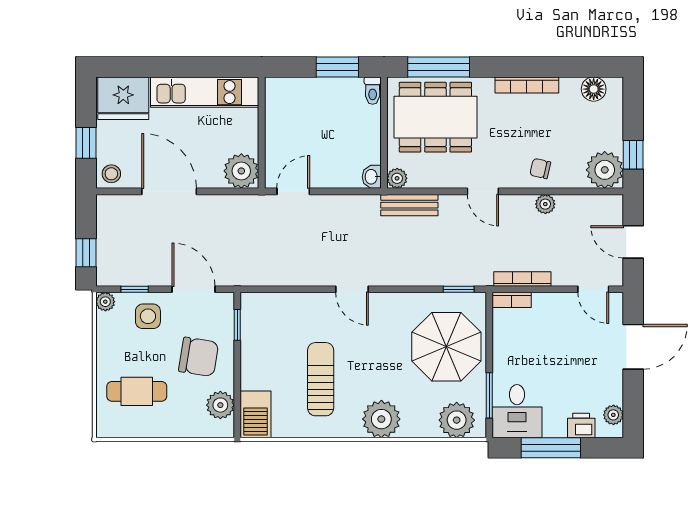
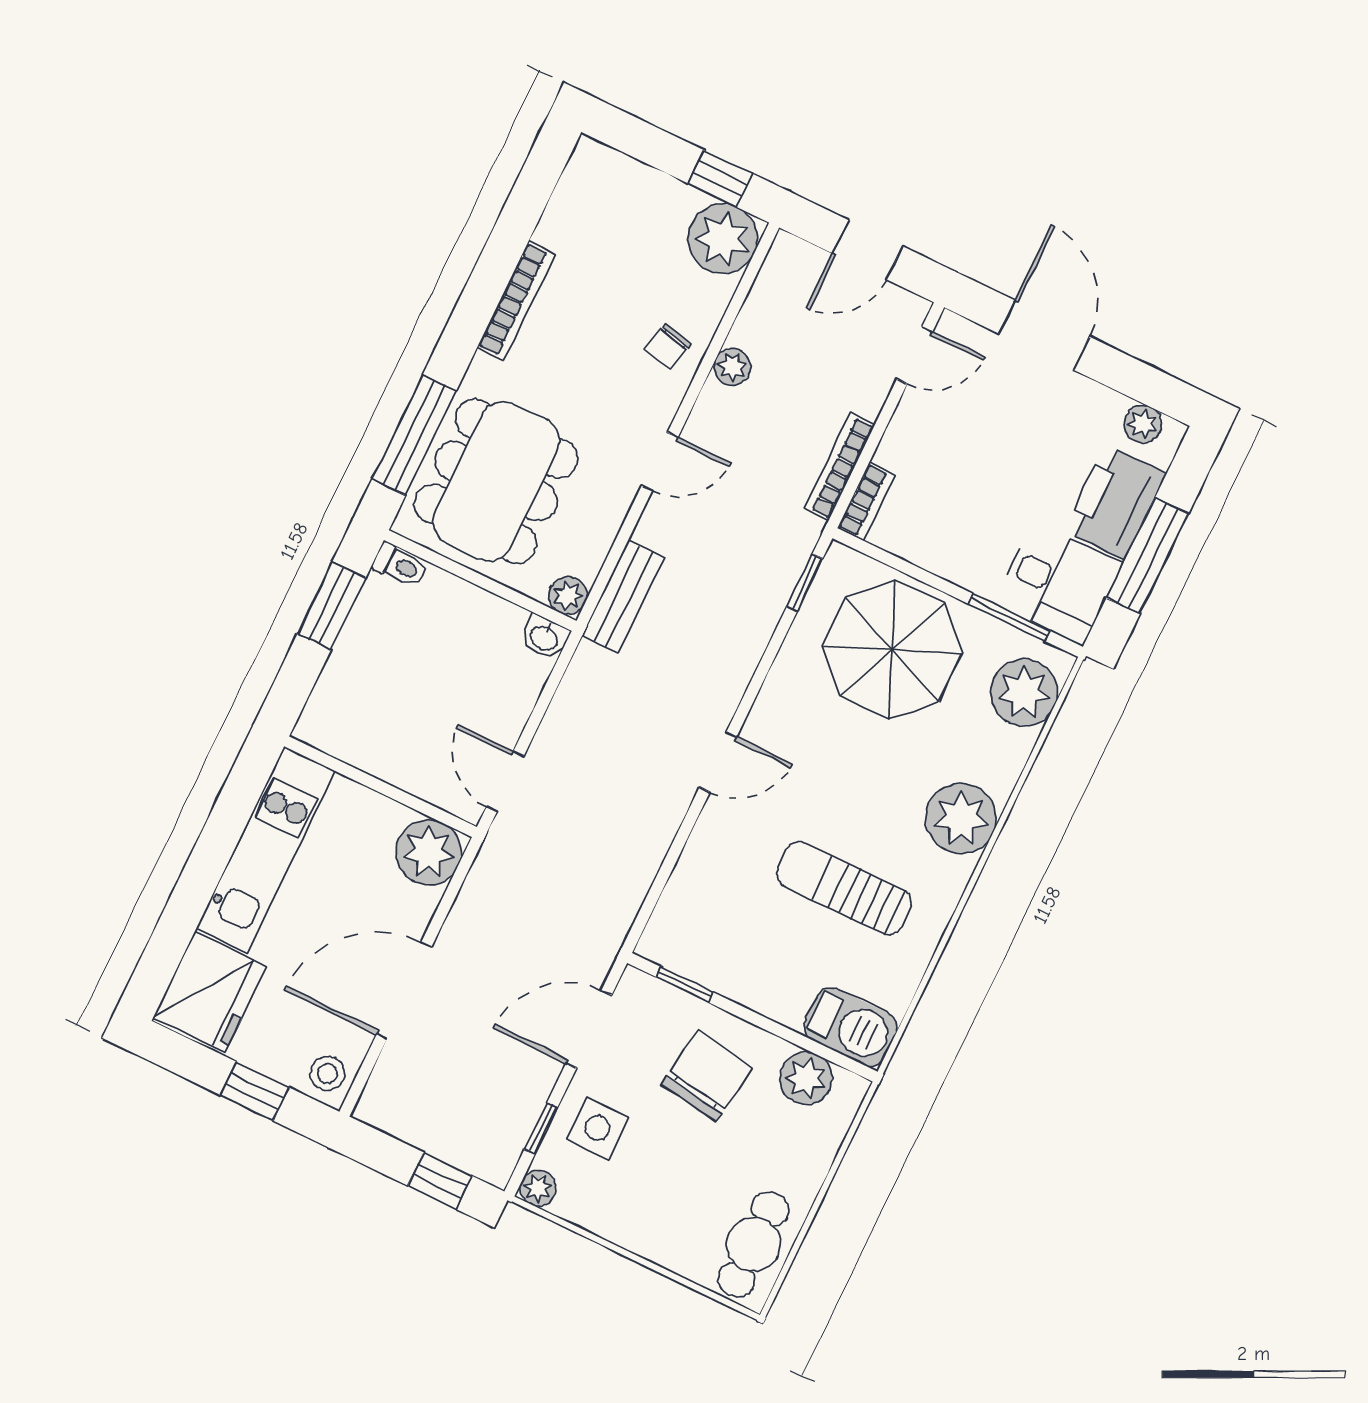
floor lamp: (594, 89) -> (578, 192), removed
cafe table: (137, 391) -> (753, 1244), moved
printer: (581, 426) -> (1115, 502), width x1.87, depth x1.48

